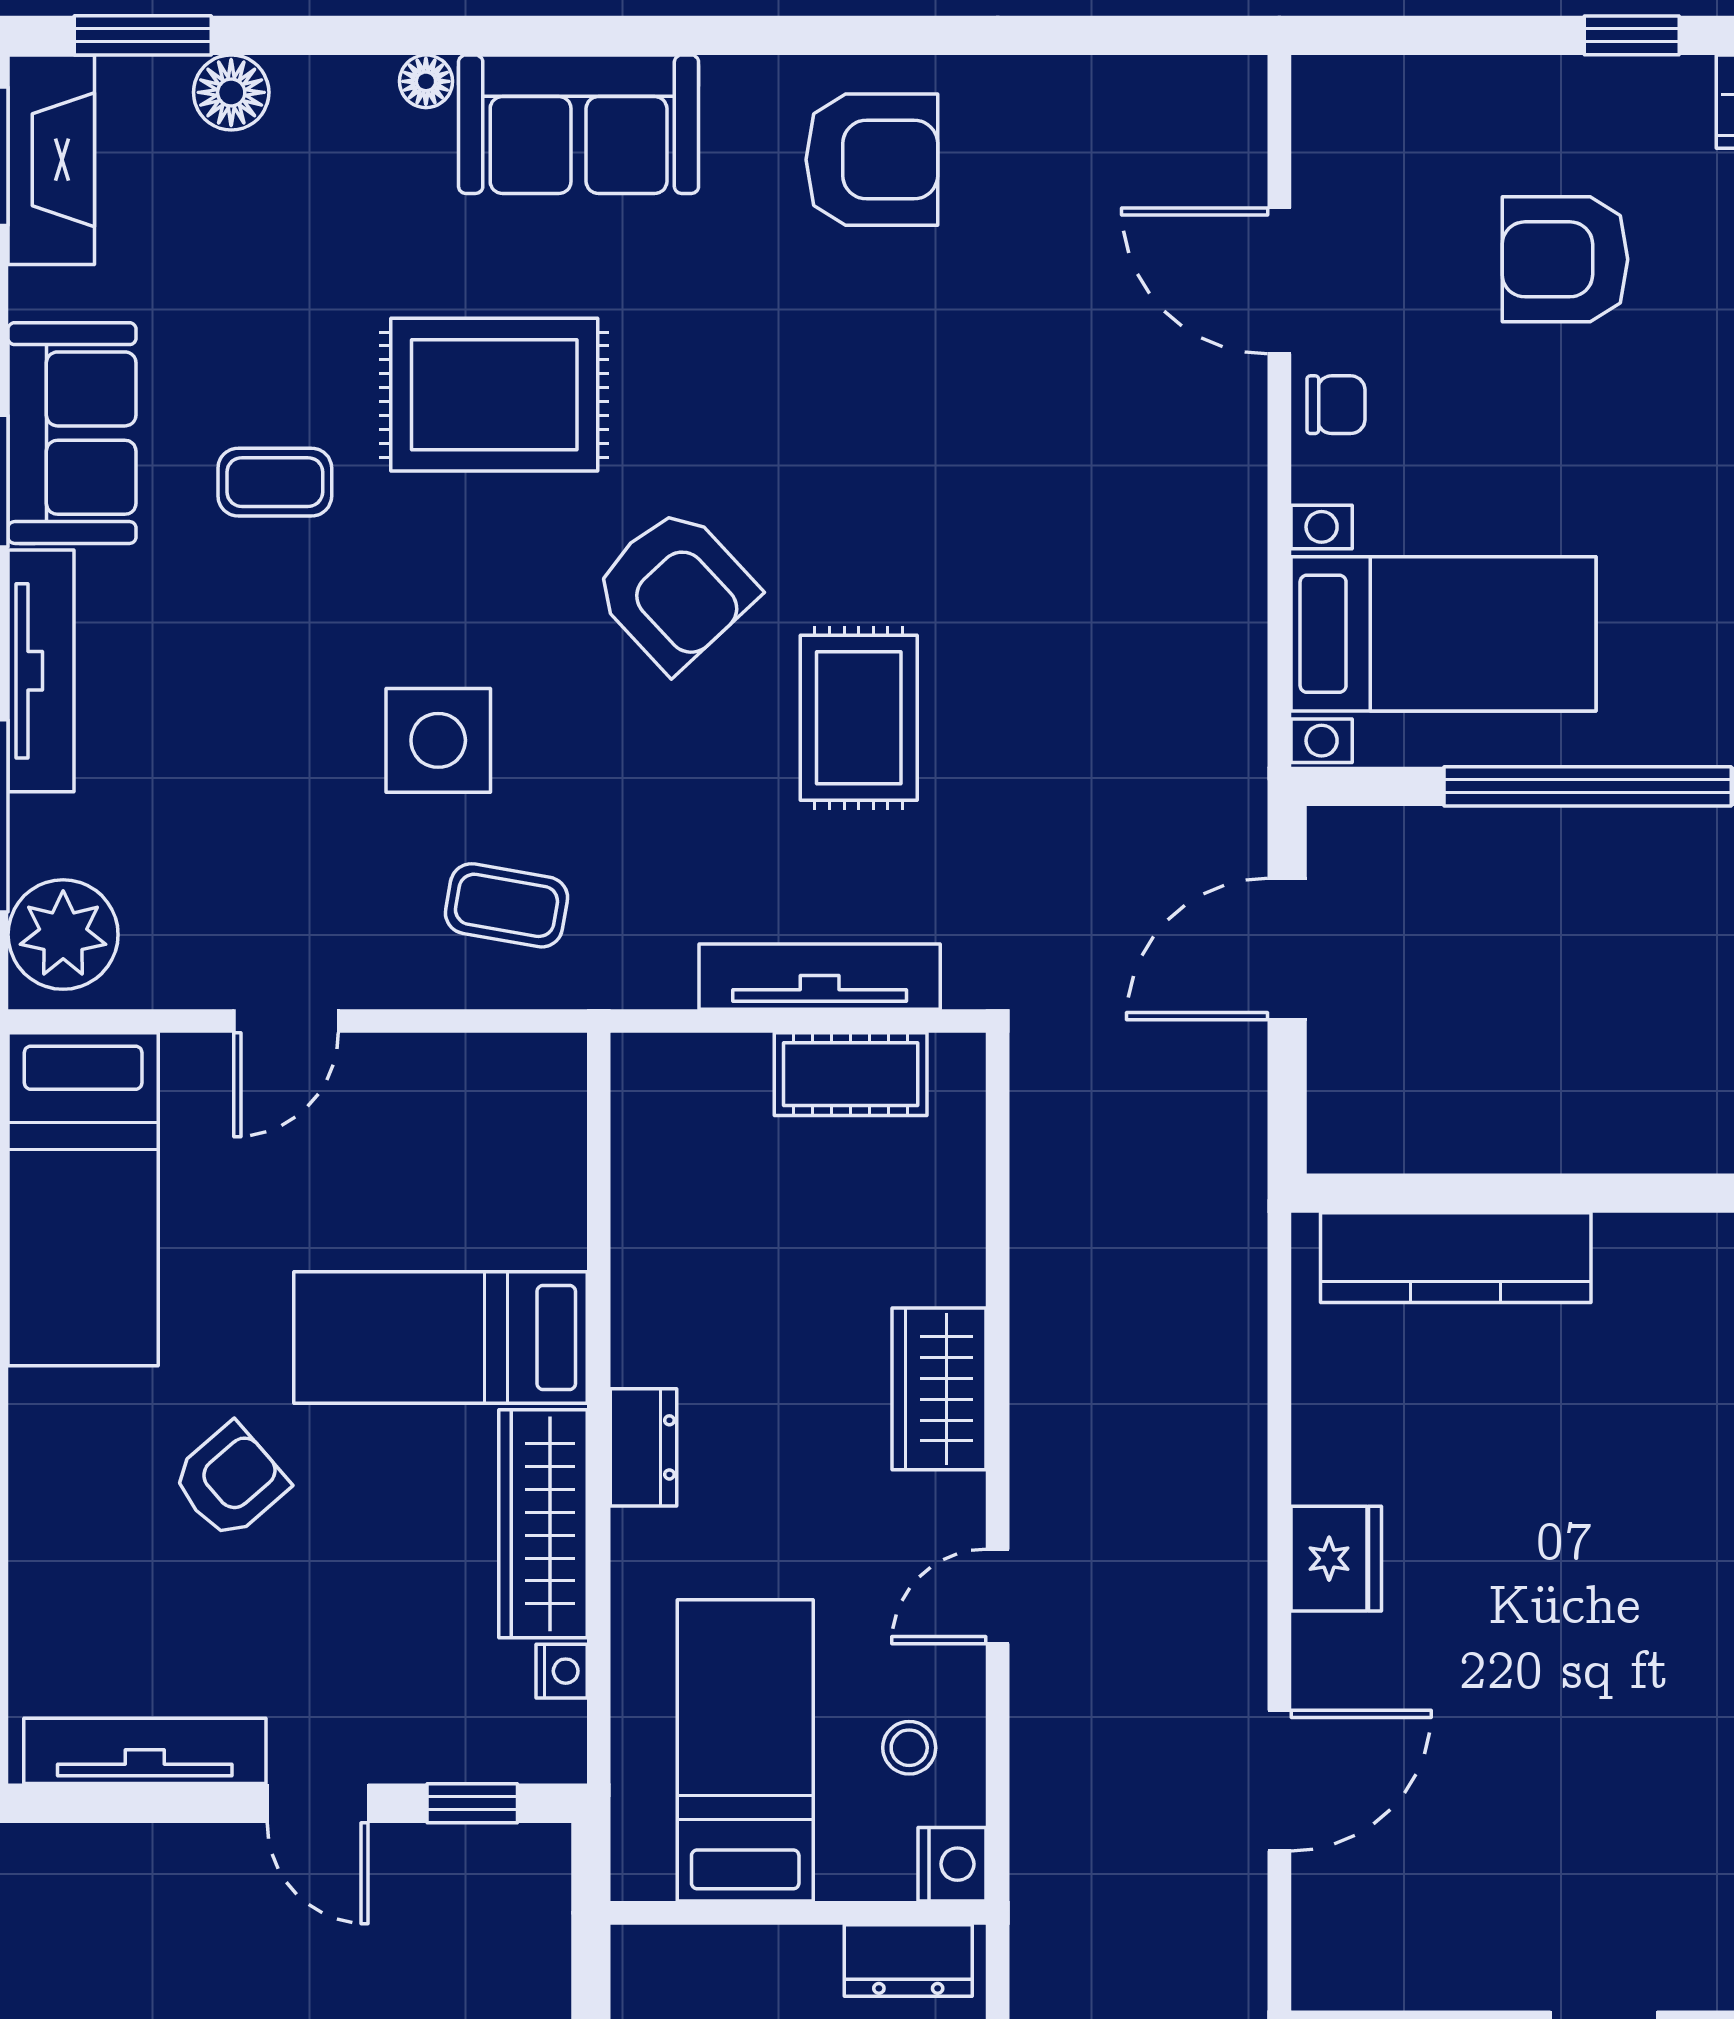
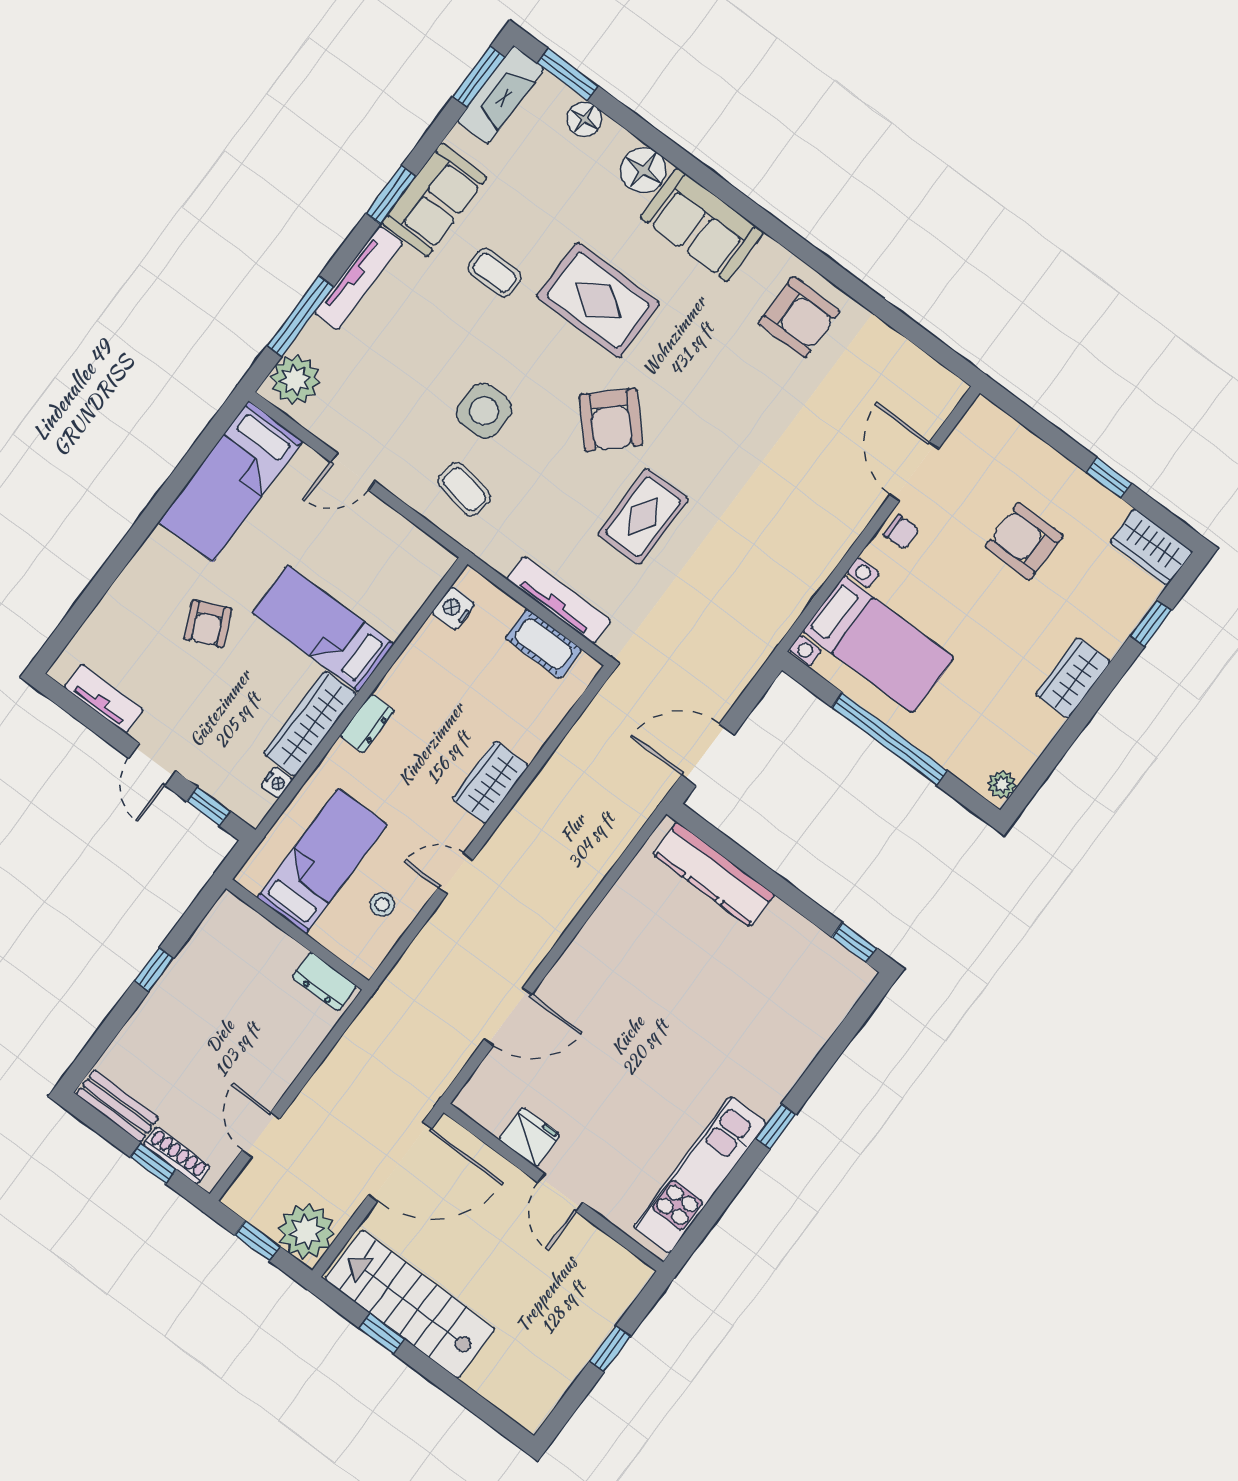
floor lamp: (426, 81) -> (643, 170), width x1.89, depth x1.89
door: (1287, 949) -> (708, 755), moved
armchair: (230, 1481) -> (208, 624), turned 107
fridge: (1336, 1559) -> (529, 1137), moved, turned -90
tv unit: (145, 1751) -> (104, 699), width x0.71
nightstand: (952, 1864) -> (453, 609), moved, turned 180

